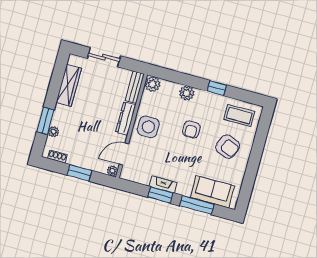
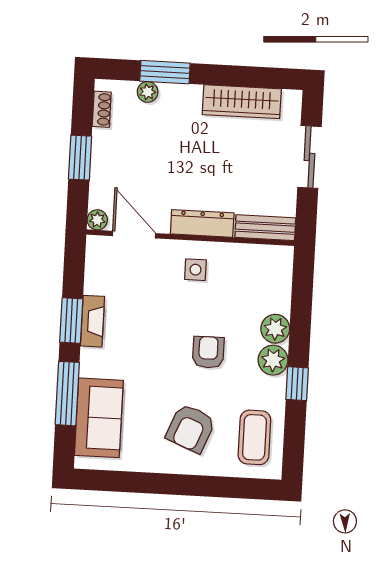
plant: (152, 84) -> (273, 360), moved
side table: (148, 127) -> (195, 270), width x0.54, depth x0.54
armchair: (191, 129) -> (208, 352), turned 90

